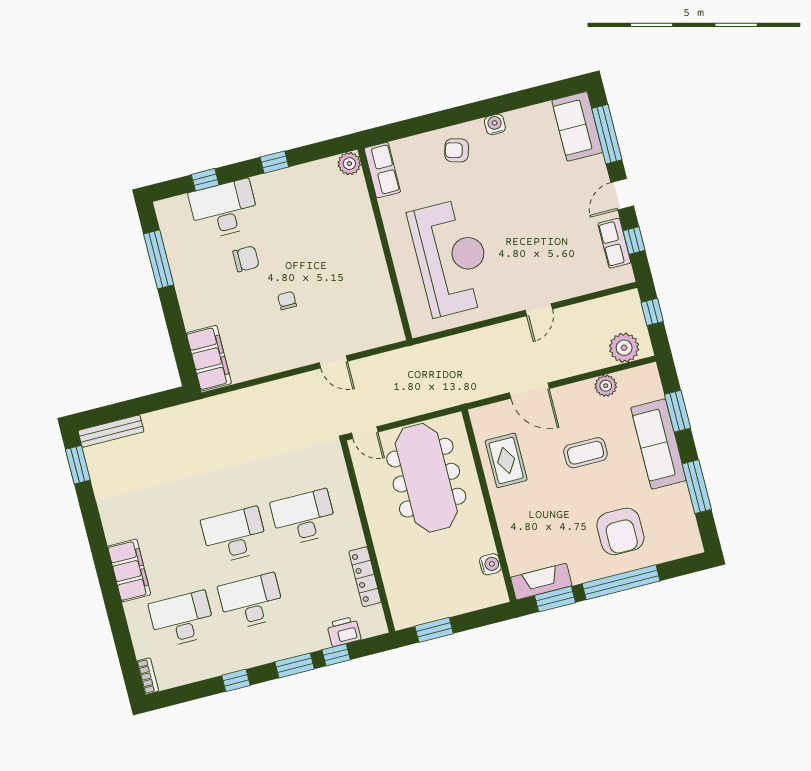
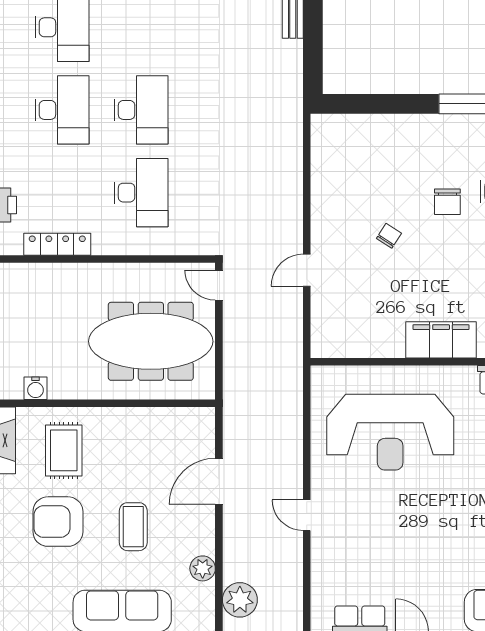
chair: (287, 301) -> (389, 236), turned -57
filing cabinet: (209, 358) -> (441, 340), moved, turned 180
door: (365, 433) -> (219, 285), hinge flipped
rug: (506, 460) -> (64, 450), moved, turned 90
armchair: (620, 531) -> (58, 522), moved

